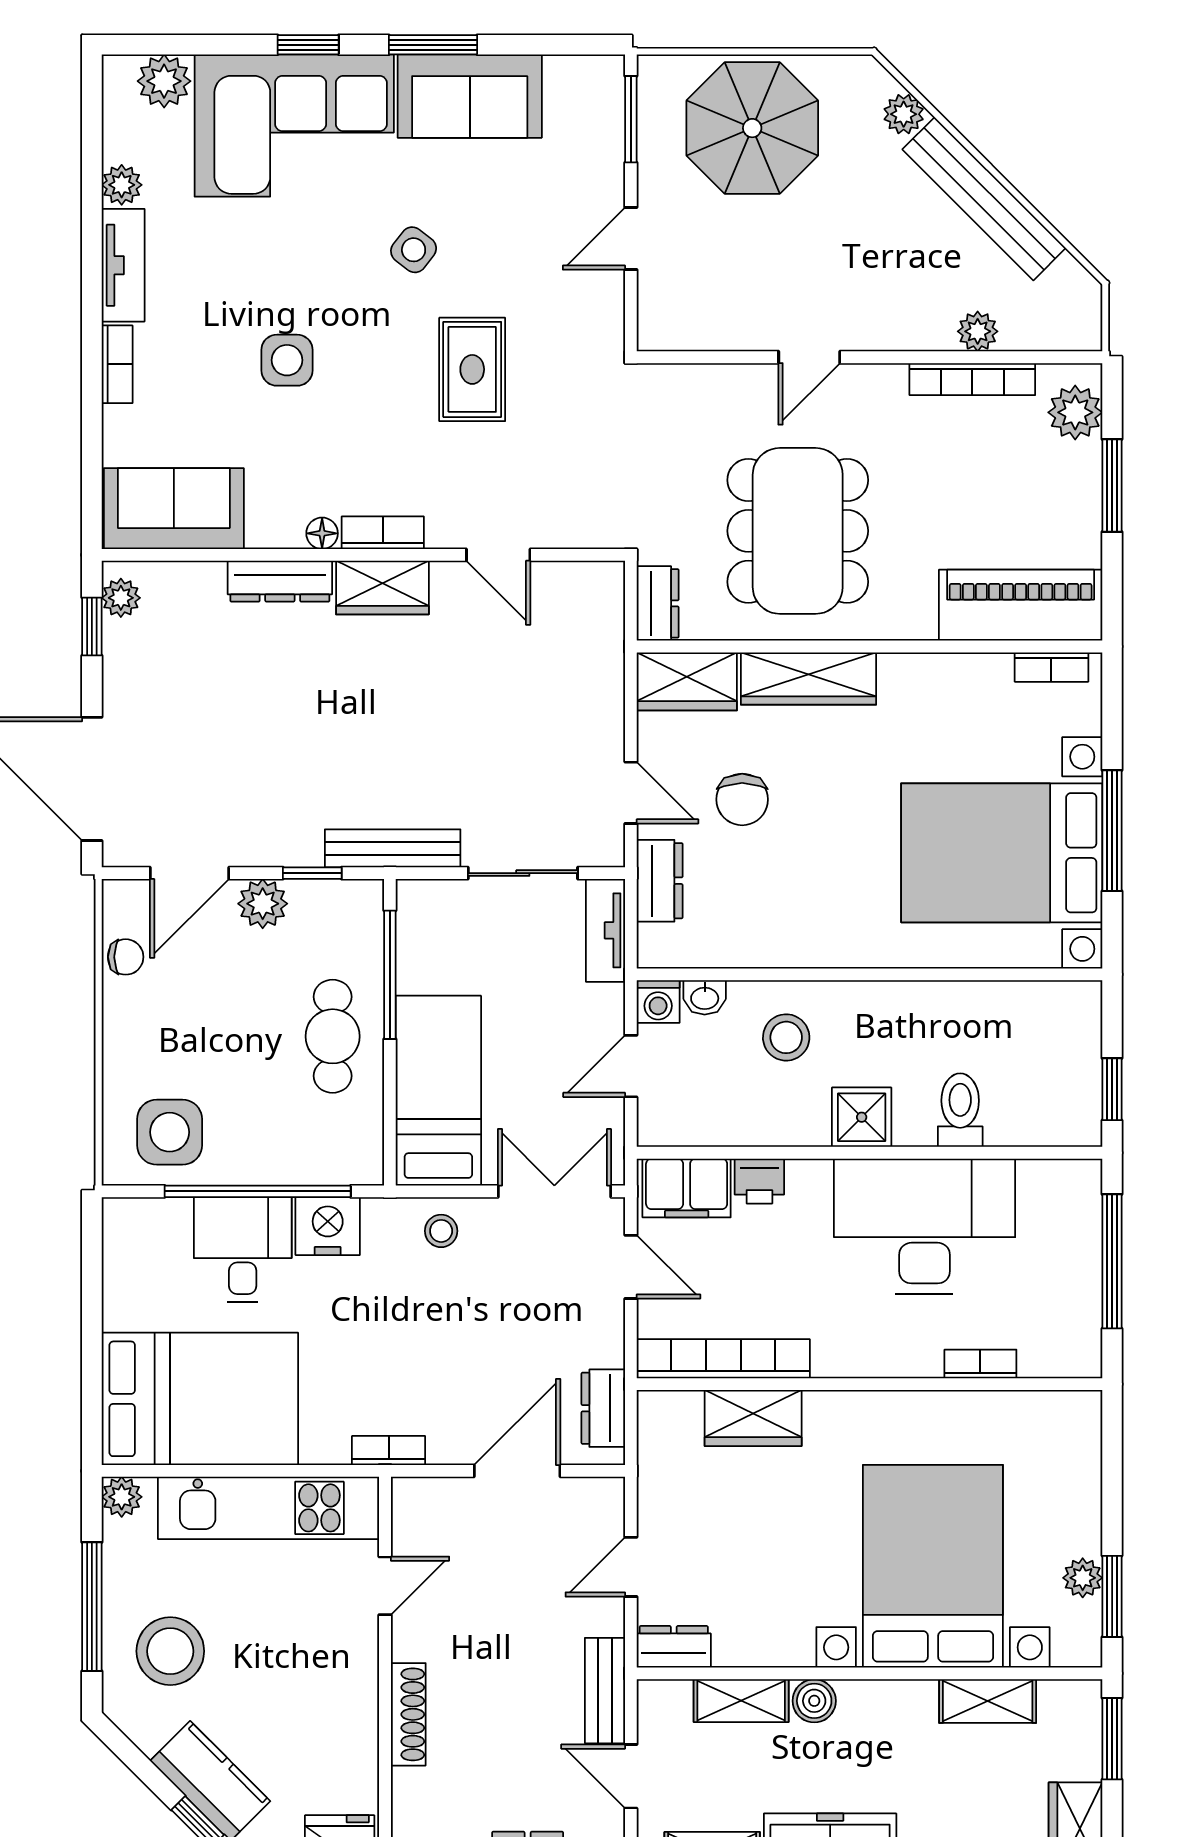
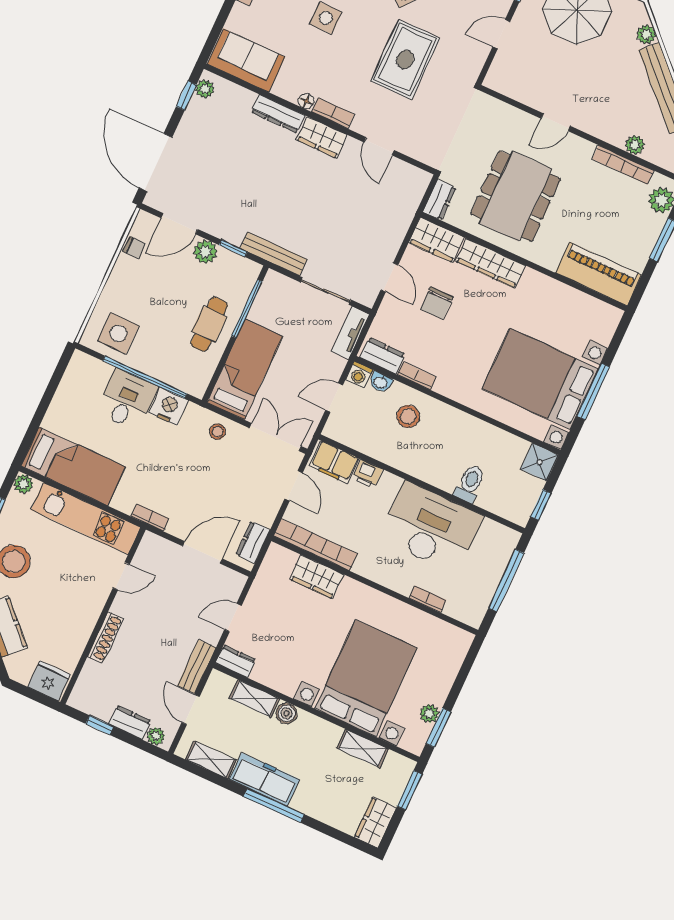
rug: (472, 369) -> (405, 60), width x1.36, depth x1.43
bookcase: (1051, 667) -> (417, 376), moved, turned 180
dresser: (660, 881) -> (383, 356), moved, turned -90
shower: (862, 1117) -> (540, 462), moved
bed: (200, 1399) -> (73, 466), width x0.67

